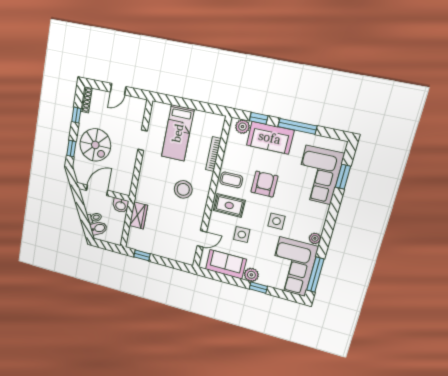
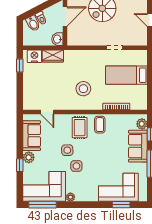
armchair: (264, 184) -> (103, 150), removed
door: (97, 190) -> (65, 16), hinge flipped
side table: (242, 235) -> (67, 150), moved
nightstand: (135, 236) -> (34, 56), added

